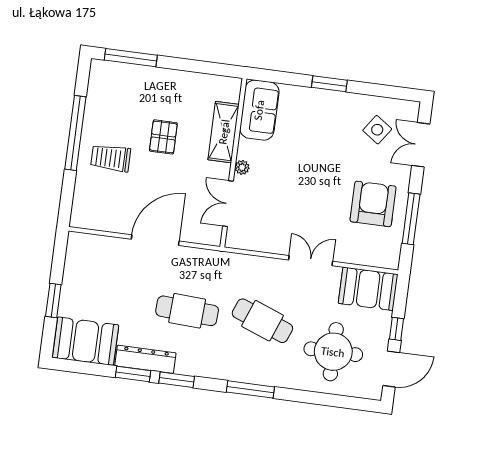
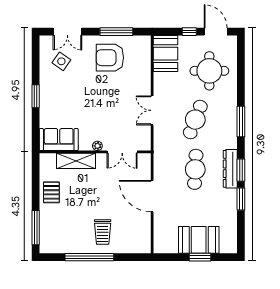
pallet: (163, 137) -> (51, 192), moved, turned 90
double door: (311, 261) -> (152, 110), moved
booth: (86, 341) -> (199, 240), moved, turned 90
dresser: (145, 359) -> (230, 169), moved

